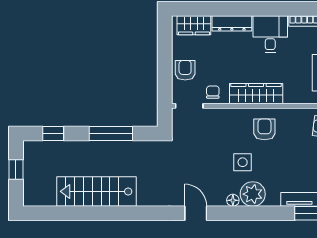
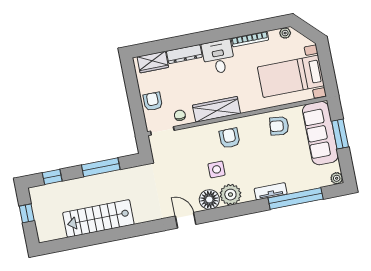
floor lamp: (233, 200) -> (209, 199), width x1.89, depth x1.89

